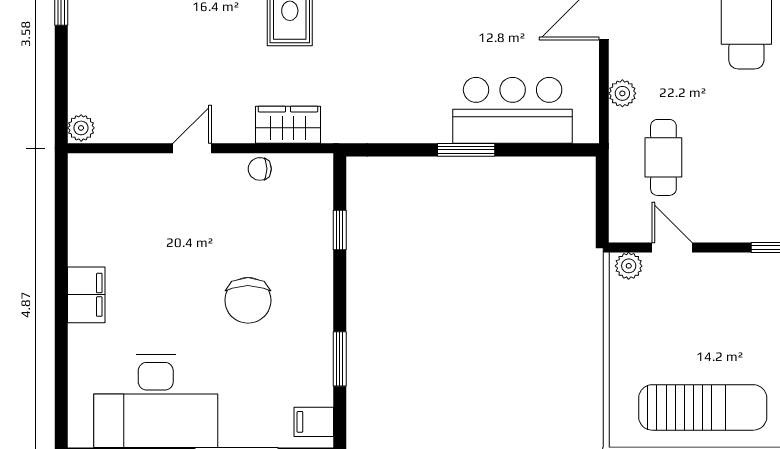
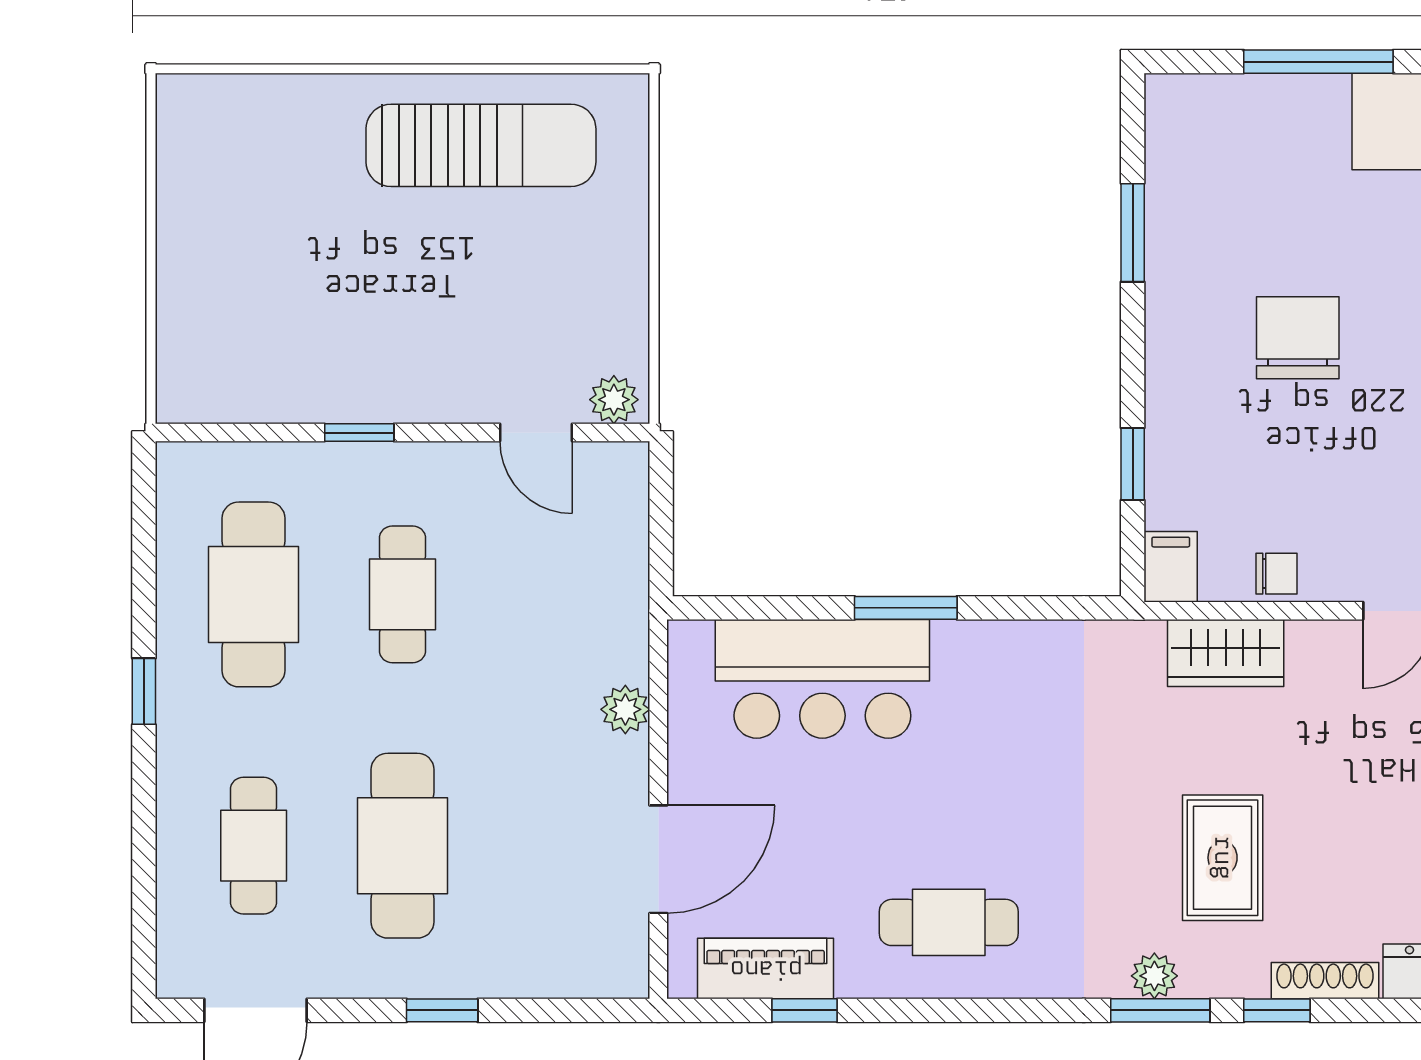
cafe table: (663, 157) -> (403, 594), moved
sun lounger: (703, 407) -> (481, 145), turned 180
filing cabinet: (314, 422) -> (1171, 567), moved, turned -90

